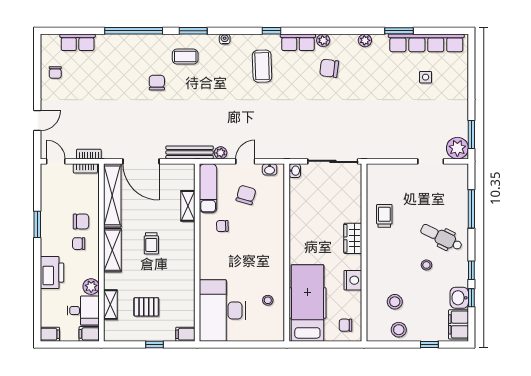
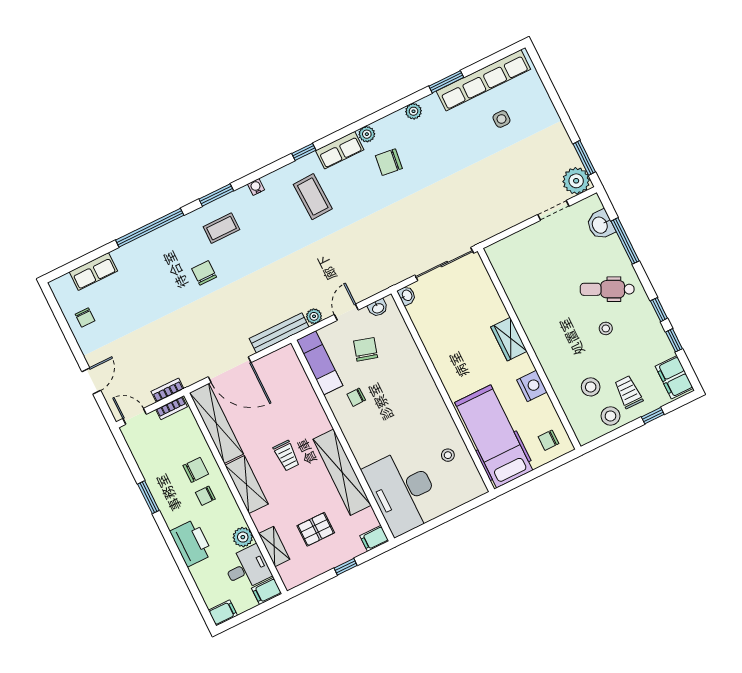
shelving: (188, 206) -> (342, 472), moved, width x2.20, depth x1.33
trolley: (384, 216) -> (628, 392), moved
washbasin: (459, 298) -> (600, 225), moved

